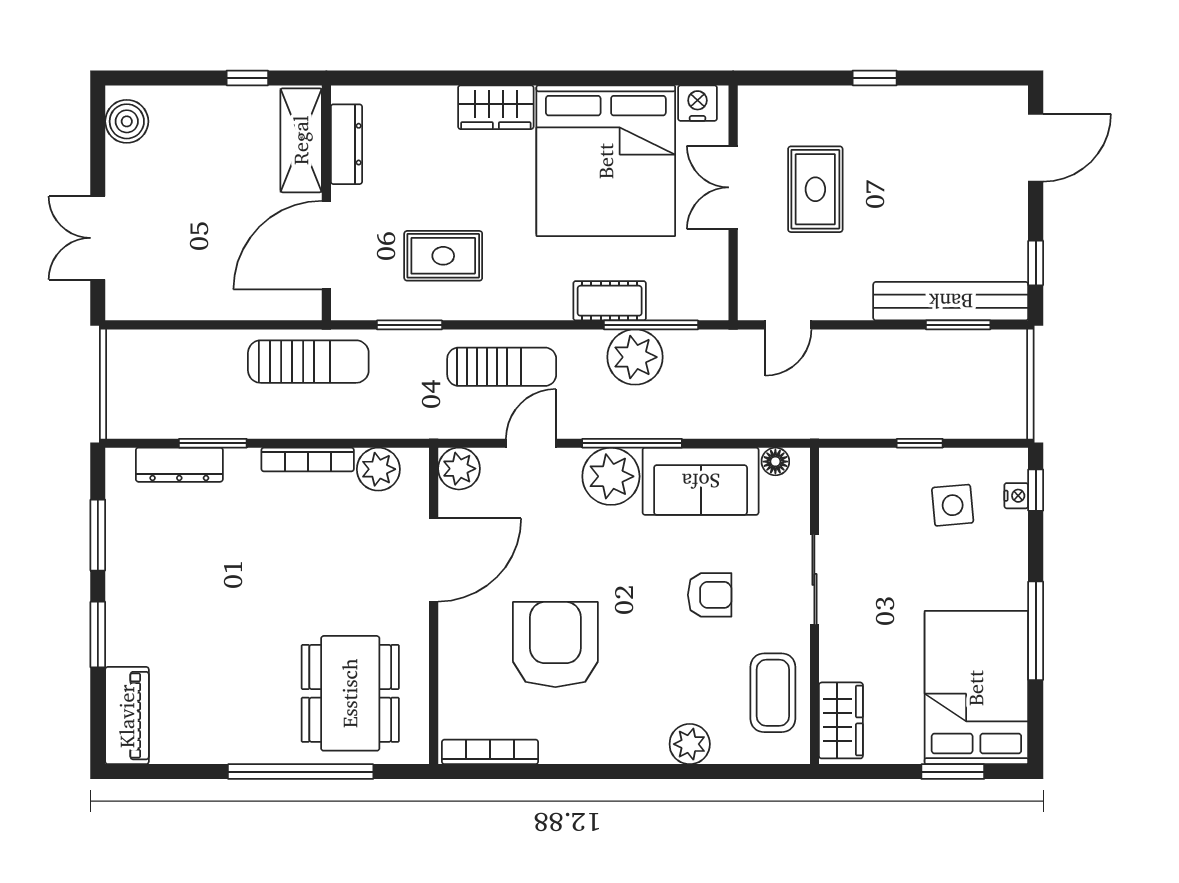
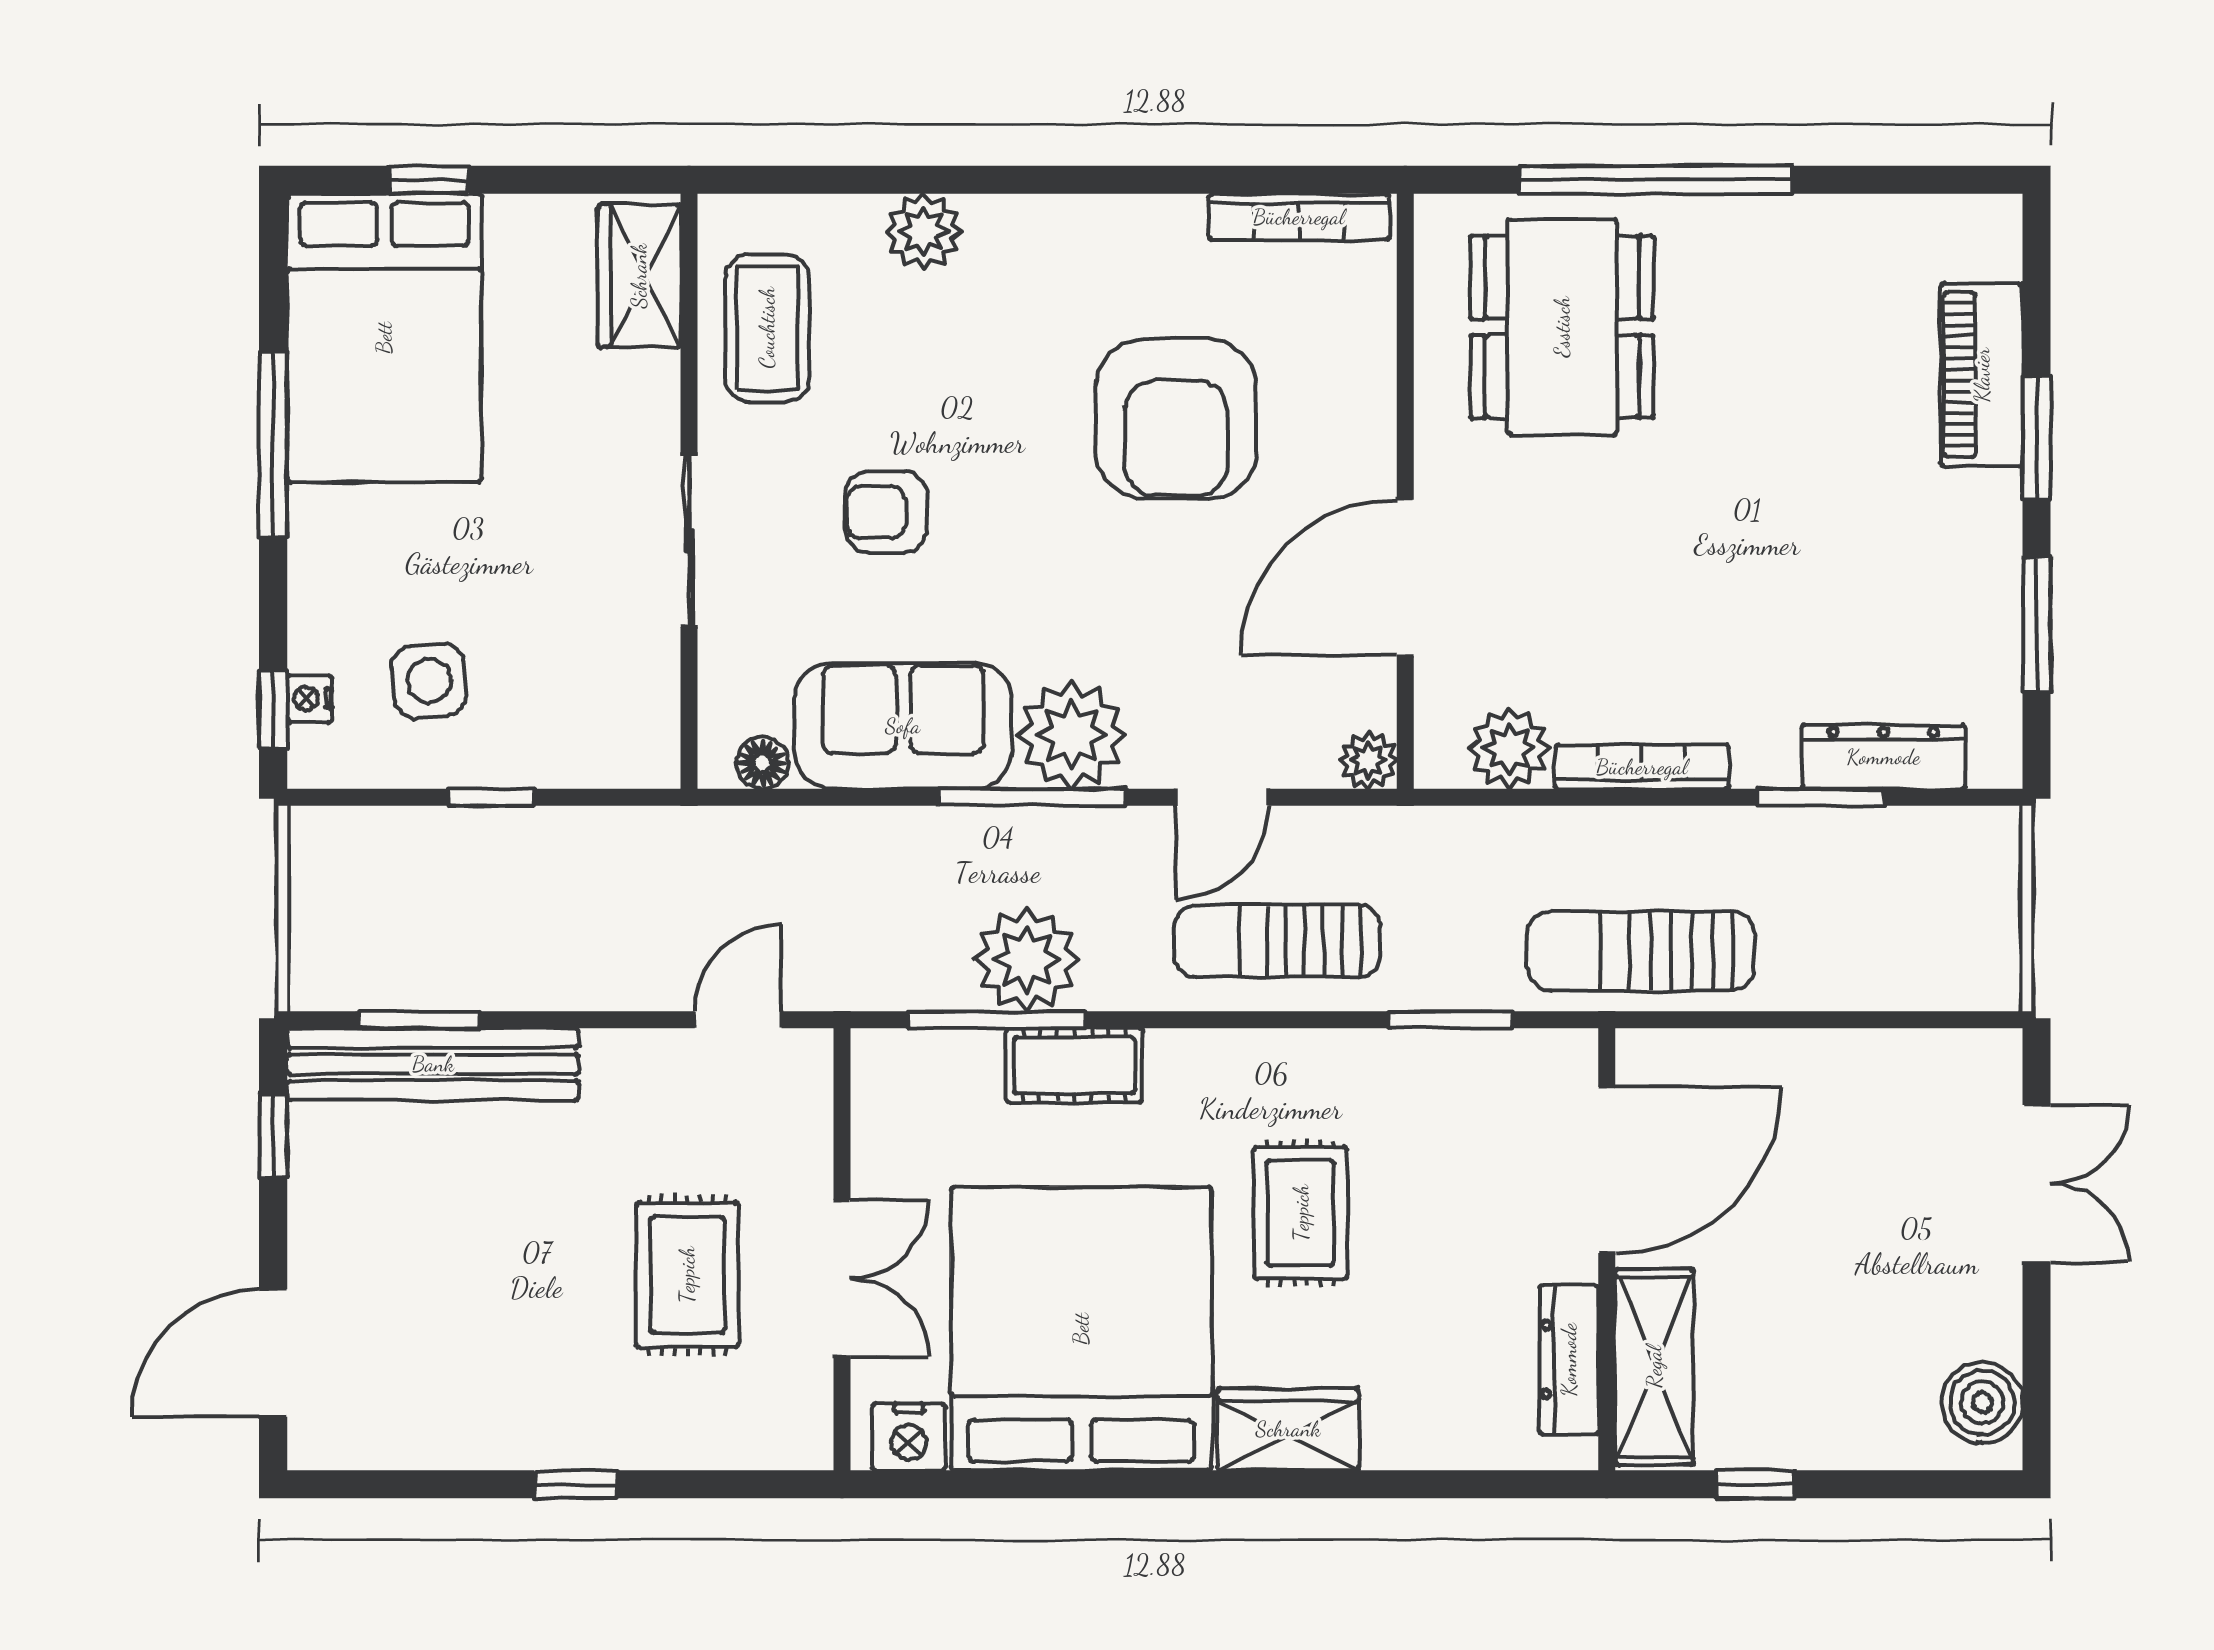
rug: (443, 256) -> (1301, 1213), moved, turned 90
plant: (459, 469) -> (1368, 760), width x0.73, depth x0.73
piano: (127, 716) -> (1982, 375), moved
window: (953, 772) -> (429, 180), width x0.67

